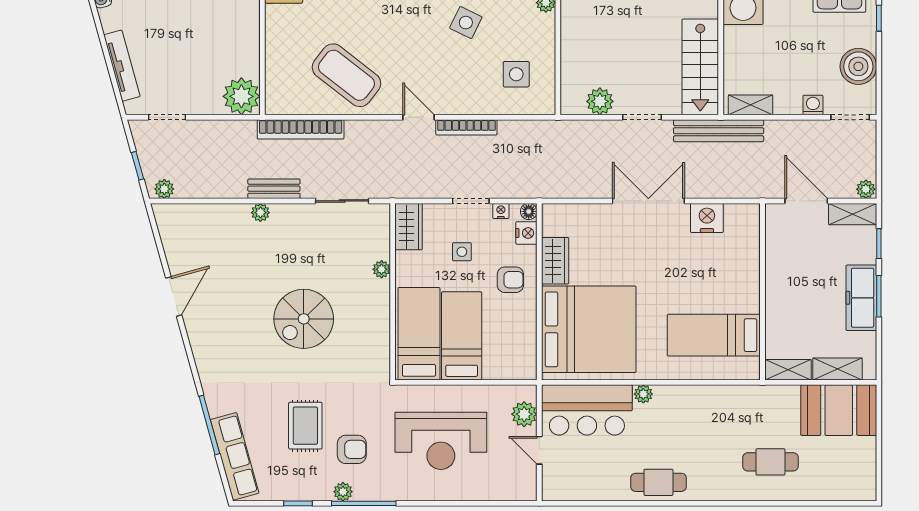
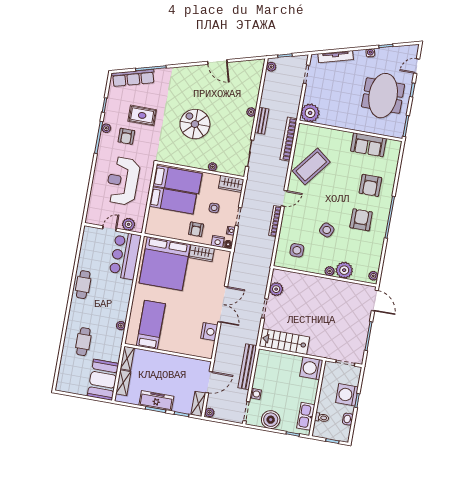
shelving: (751, 105) -> (261, 363), removed
bench: (719, 131) -> (247, 367), moved
plant: (643, 394) -> (121, 326), moved

